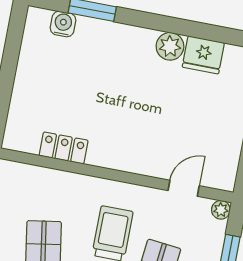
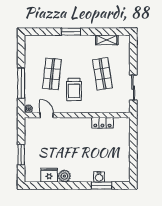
water cooler: (63, 24) -> (99, 177), moved
door: (184, 188) -> (47, 115), swing flipped

